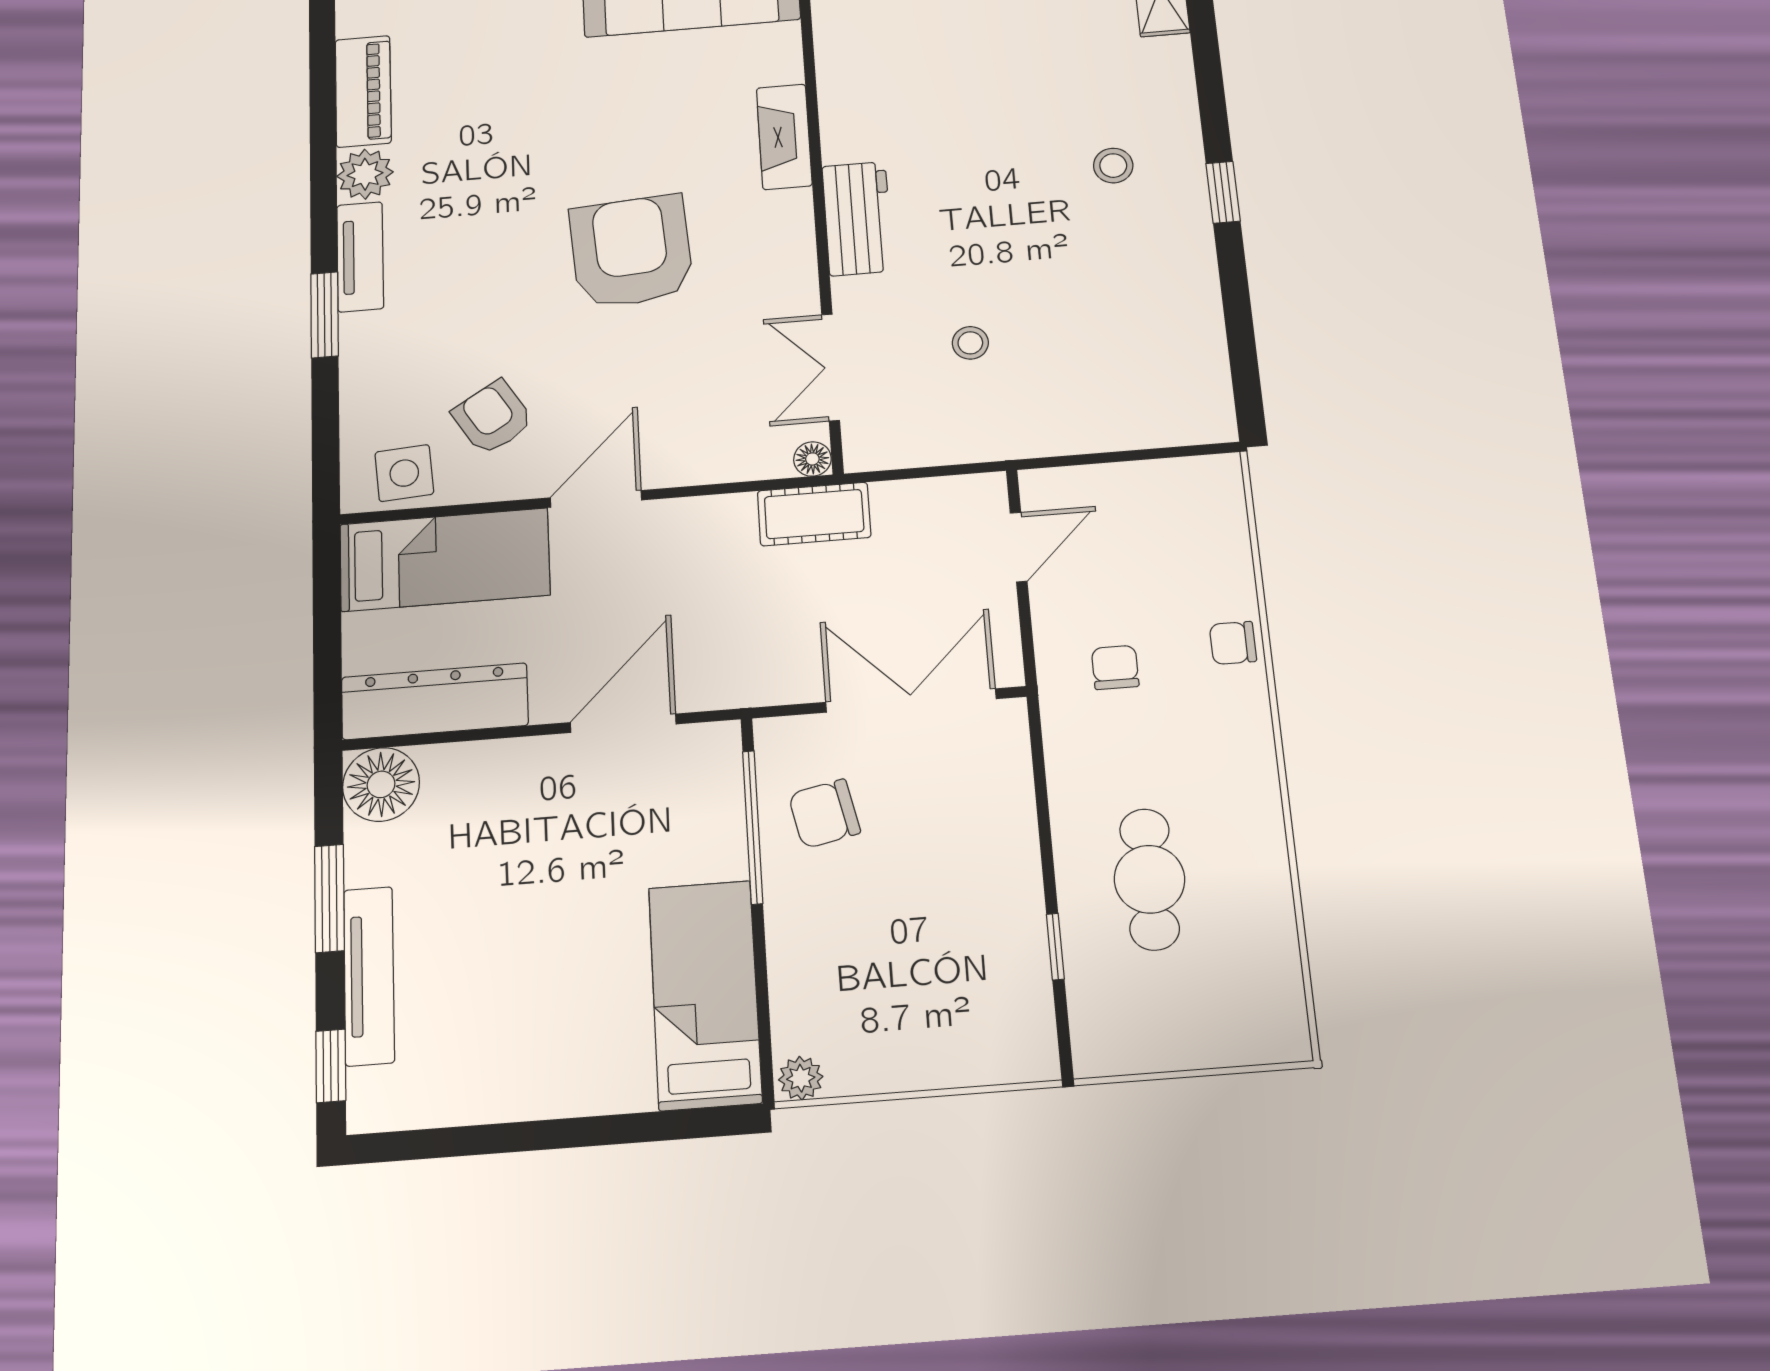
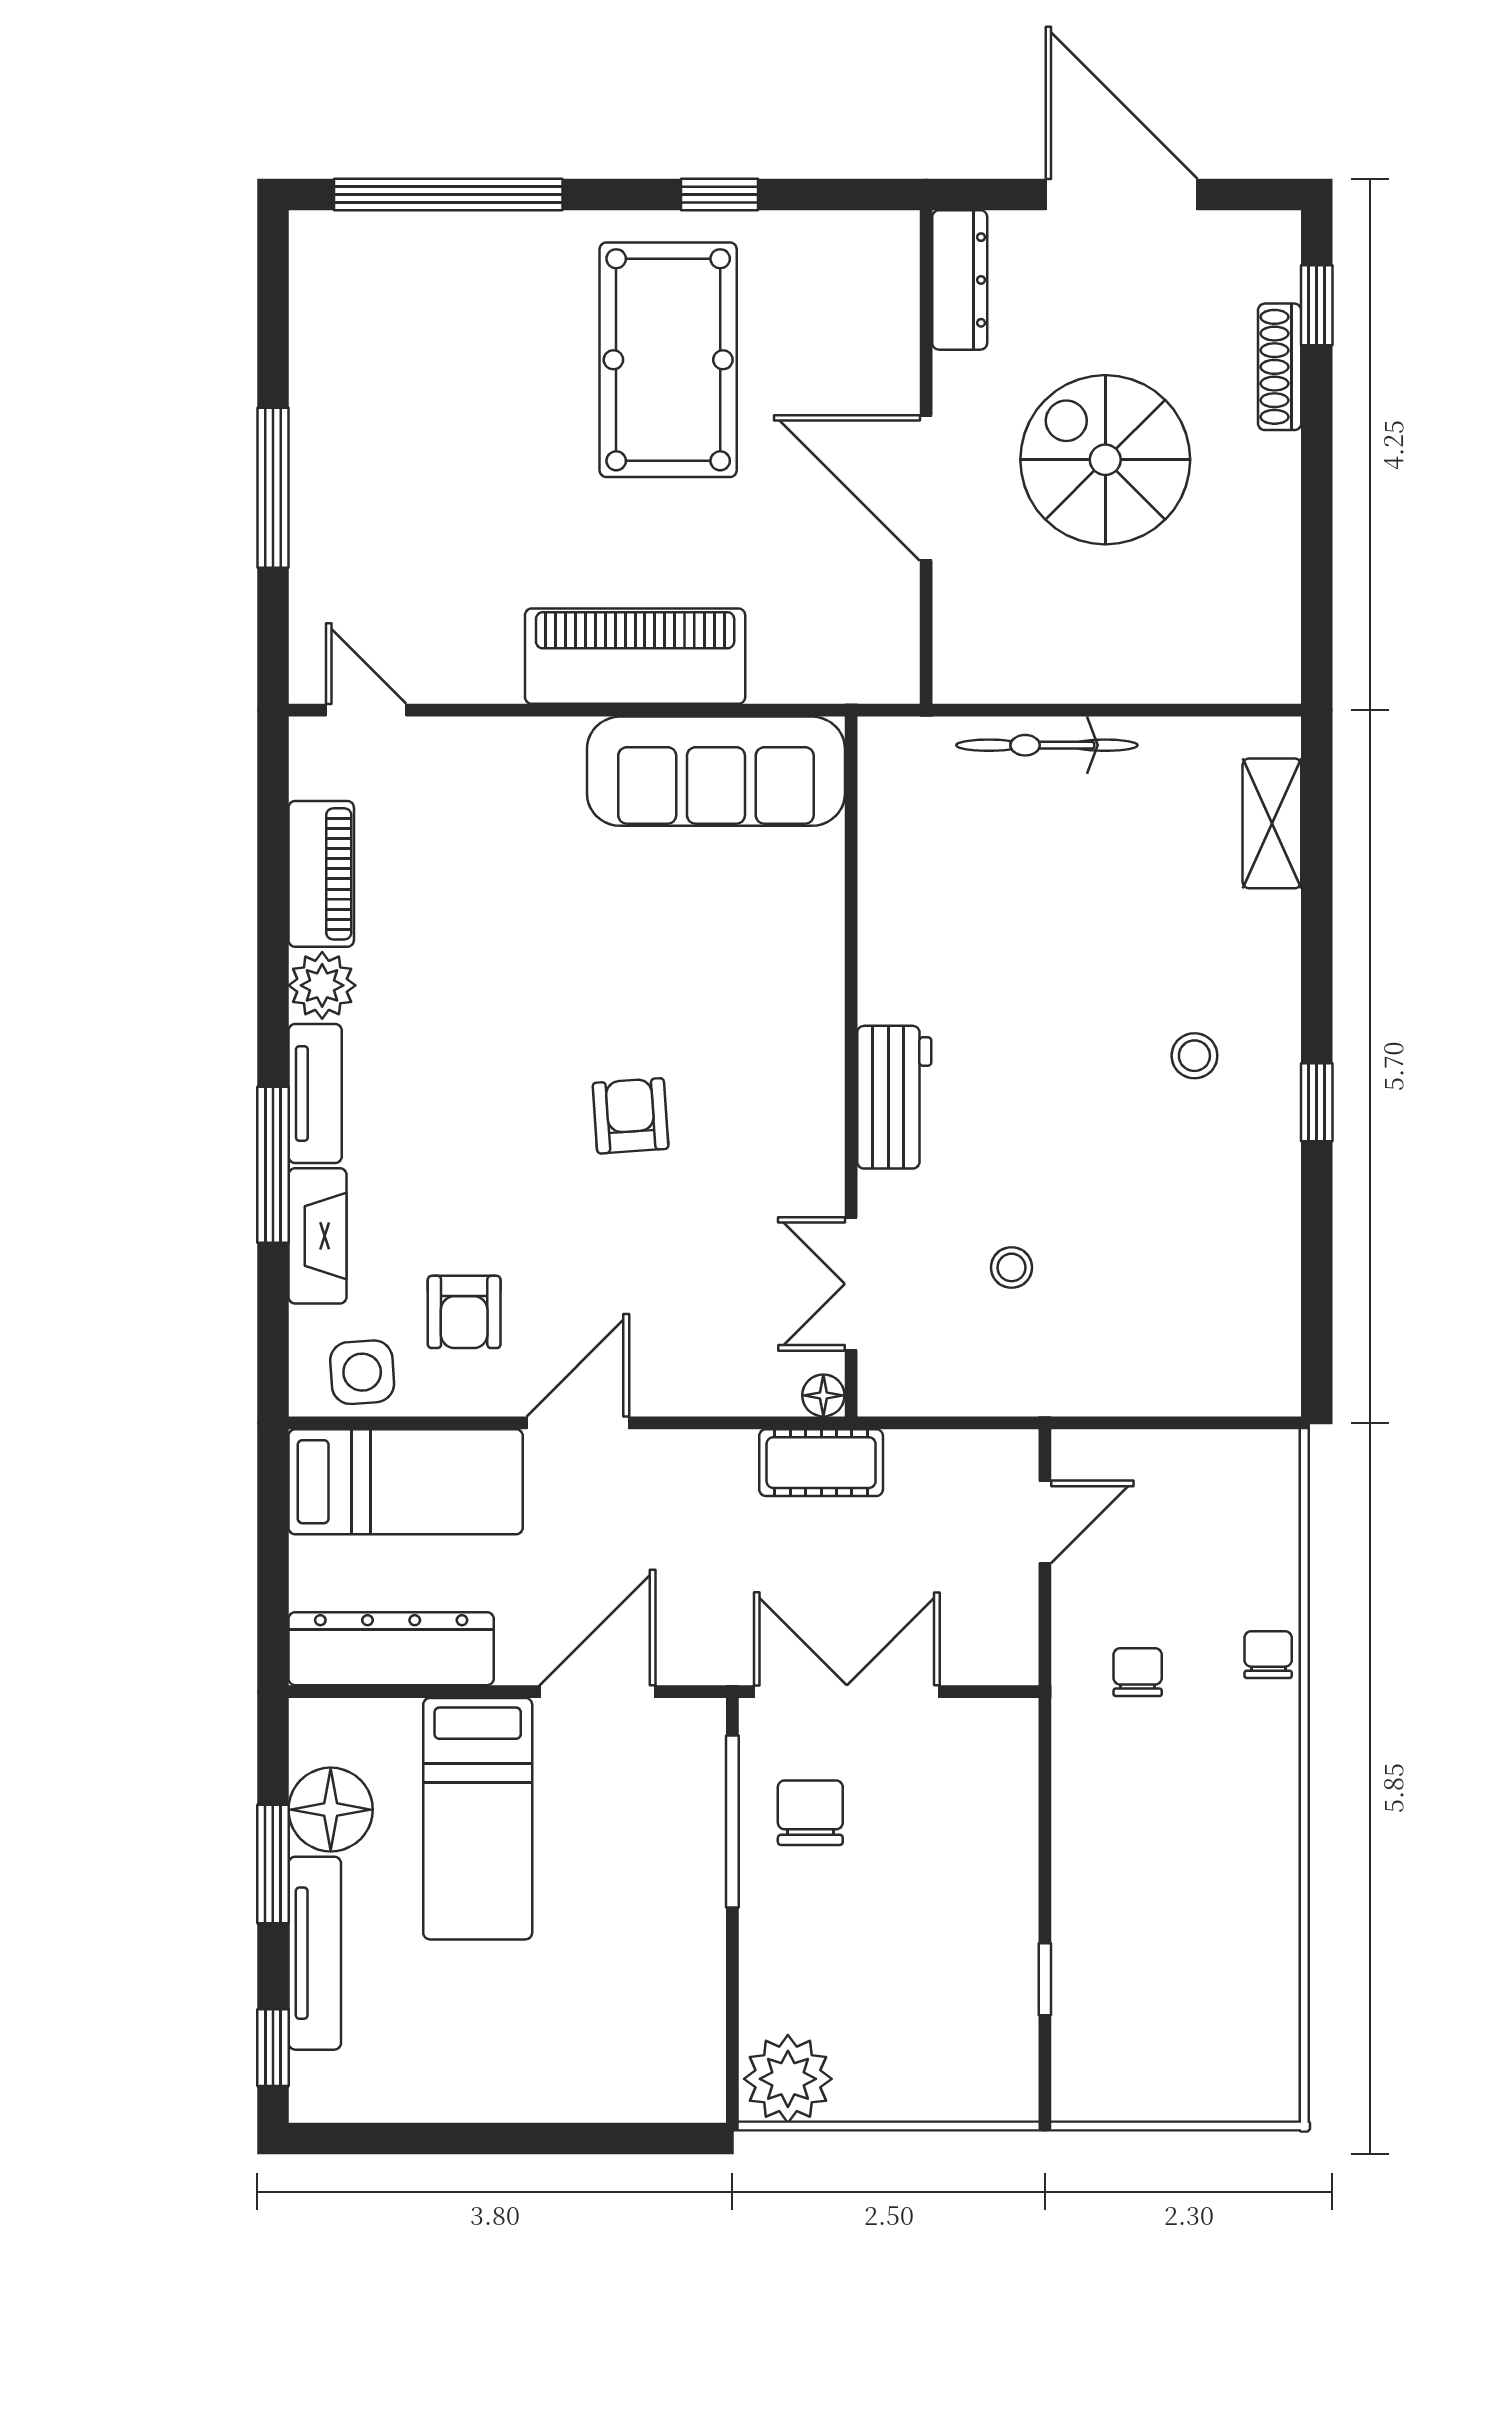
fireplace: (784, 137) -> (318, 1236), moved, turned 180
armchair: (631, 252) -> (631, 1116), width x0.53, depth x0.53
window: (325, 315) -> (273, 1165), width x1.44
armchair: (493, 417) -> (464, 1312), turned -148
chair: (1233, 643) -> (1268, 1655), turned 90
double door: (911, 700) -> (847, 1692), moved
floor lamp: (381, 784) -> (331, 1810), moved
chair: (824, 814) -> (810, 1813), turned 102
cafe table: (1150, 879) -> (1151, 1914), removed
bed: (705, 995) -> (478, 1819), moved, turned 180
plant: (801, 1078) -> (788, 2079), width x1.87, depth x1.87

